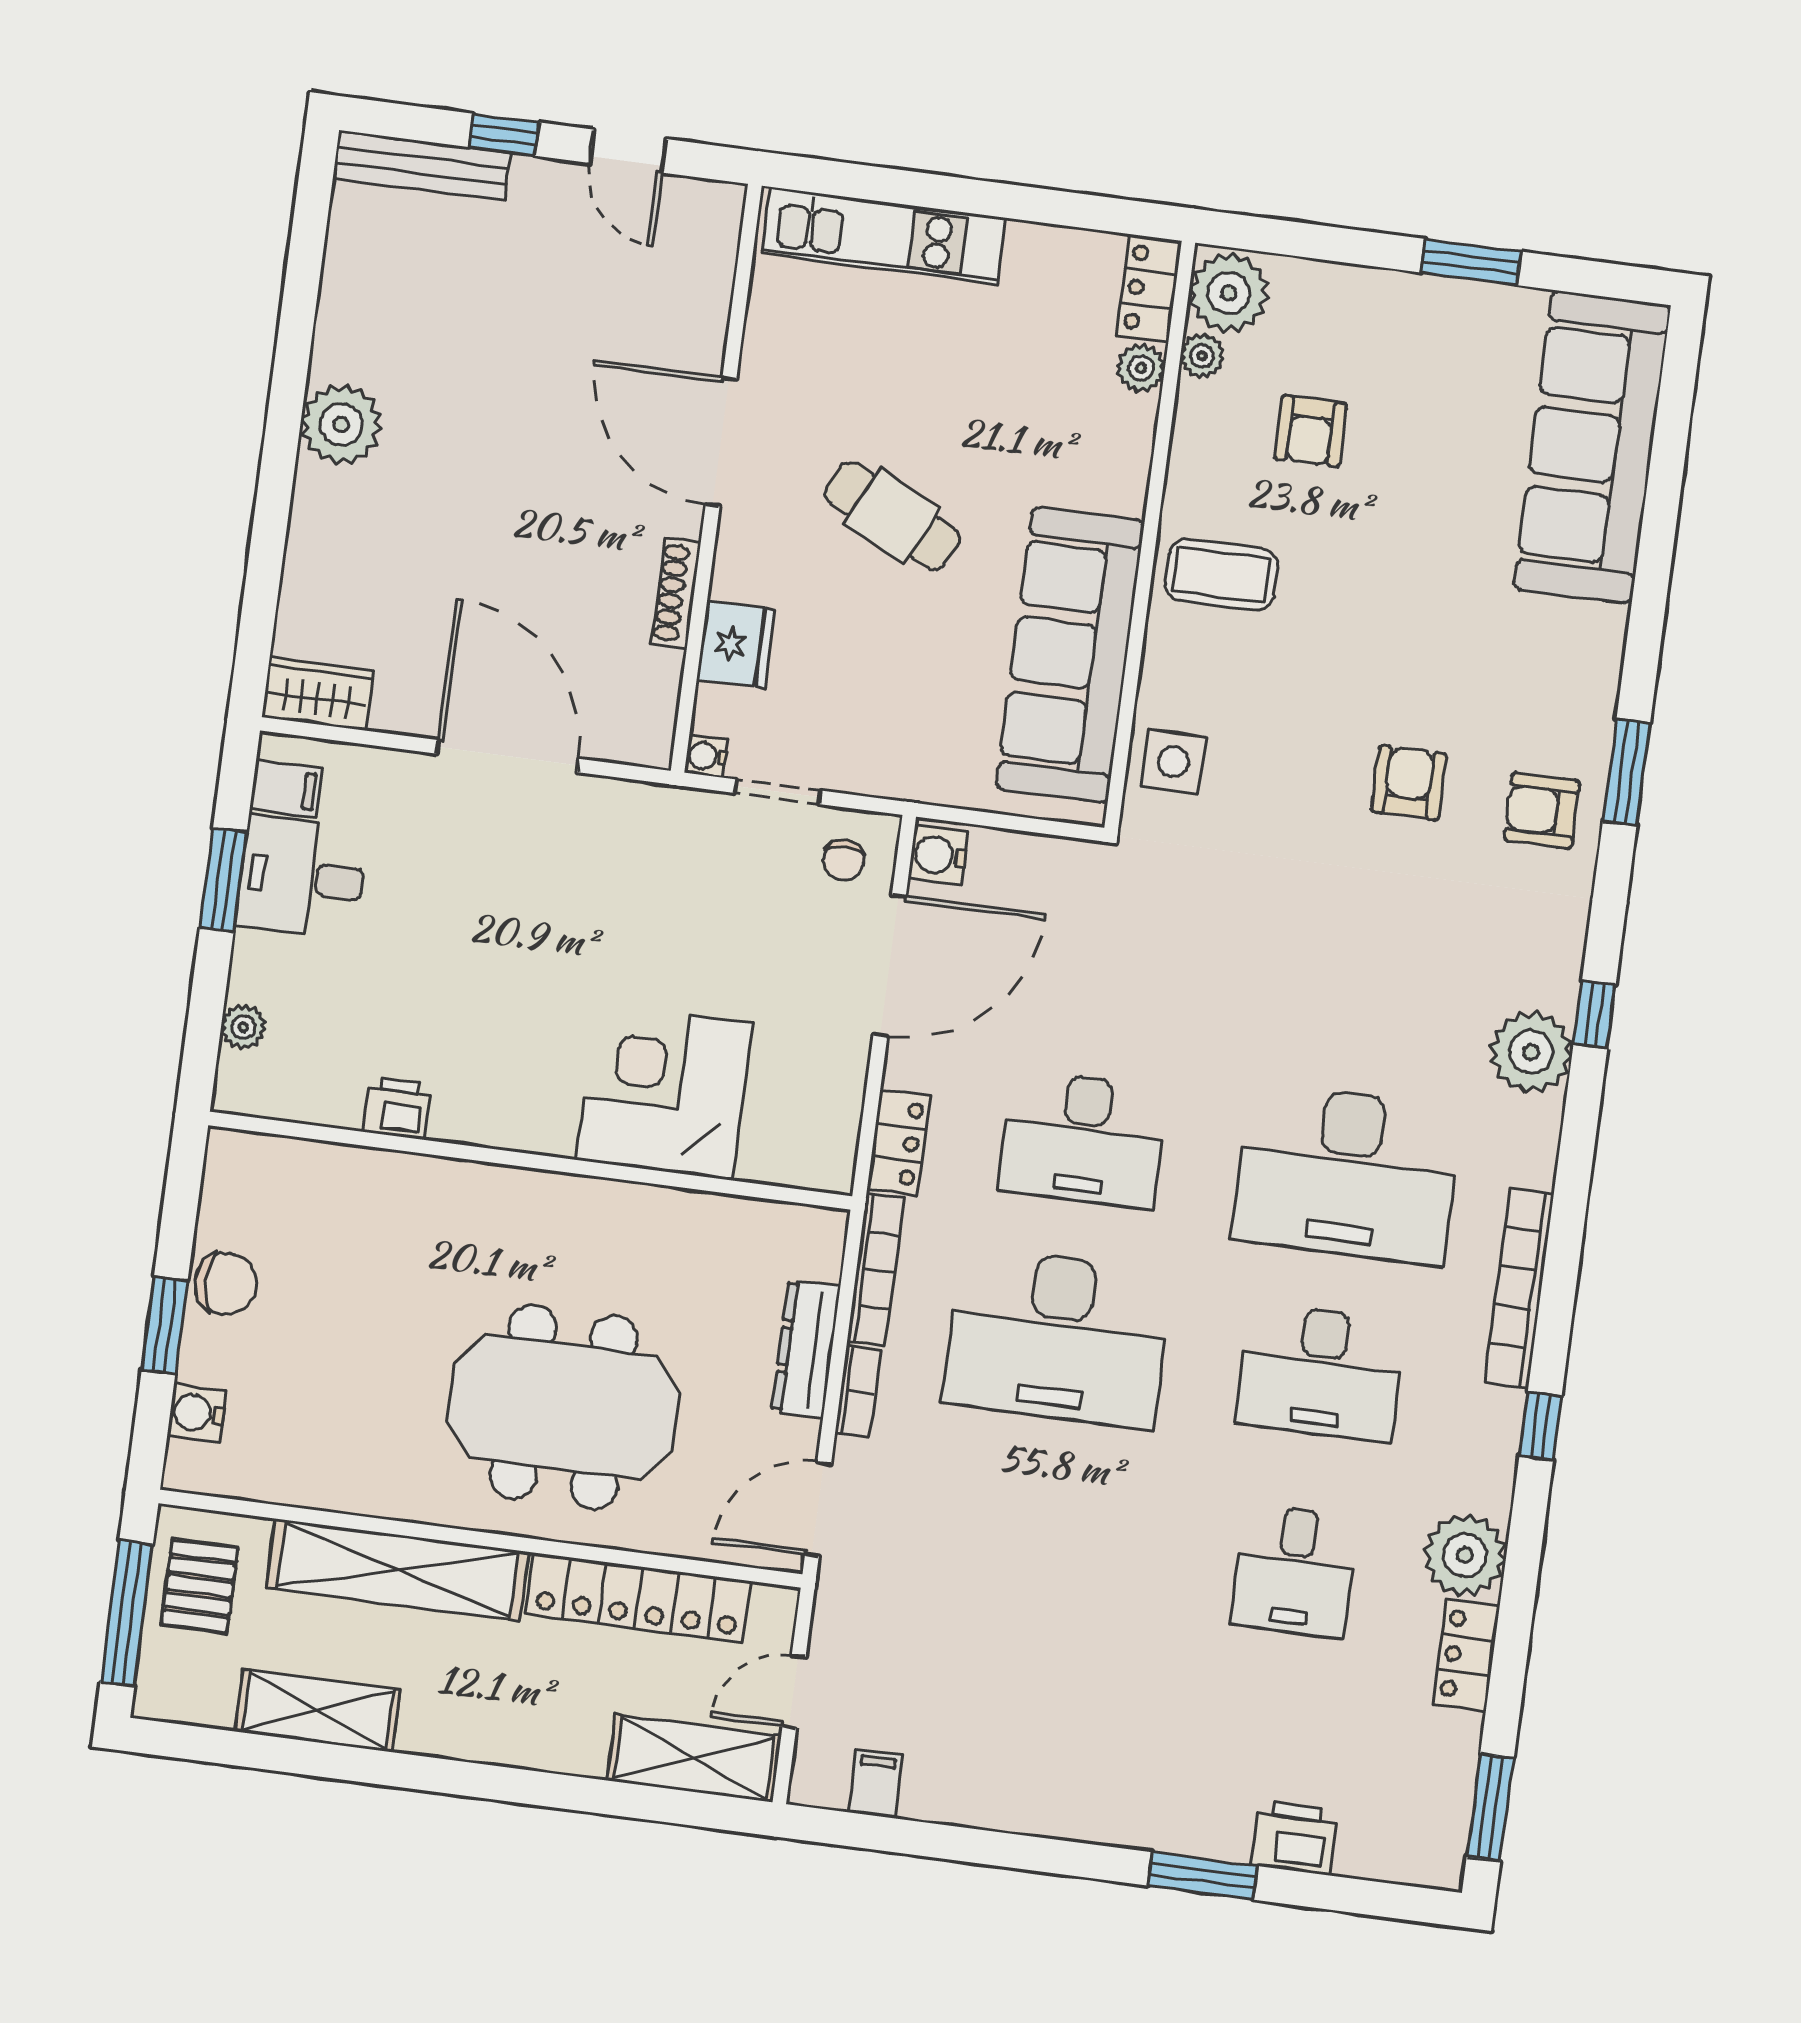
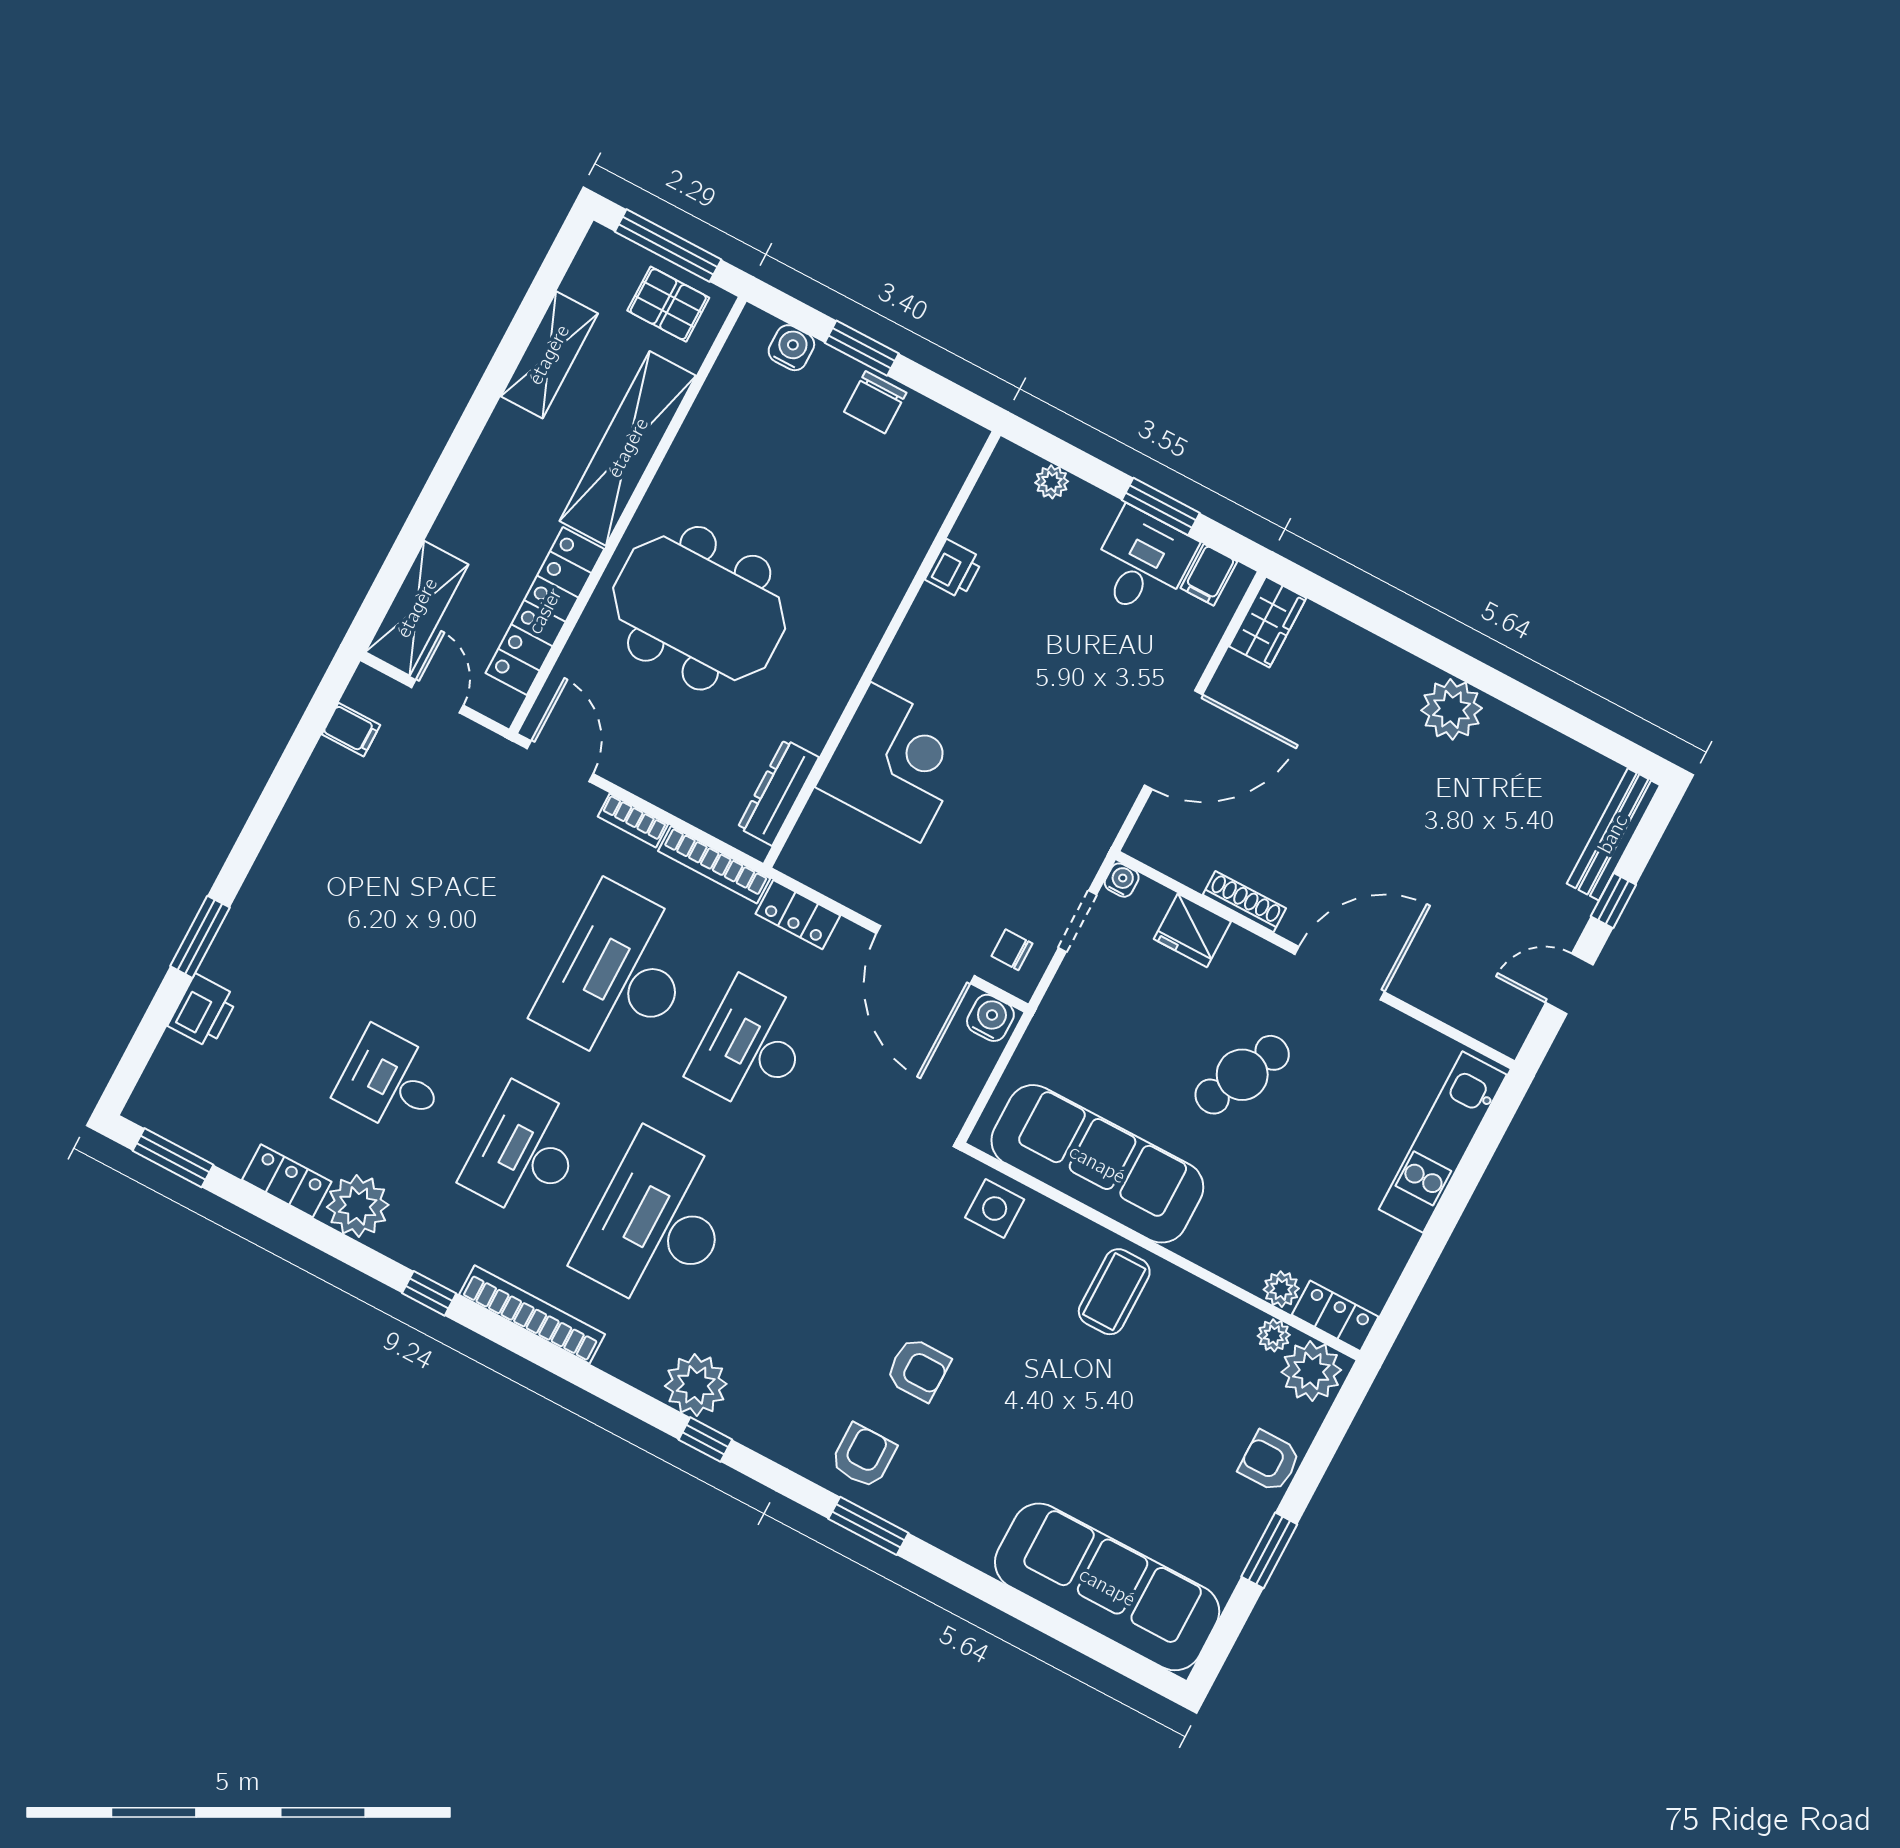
armchair: (1311, 431) -> (1269, 1461), moved
dresser: (806, 1349) -> (778, 792), moved, turned -90
meeting table: (563, 1407) -> (699, 608), turned 90

